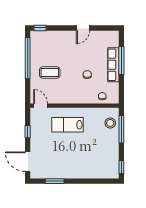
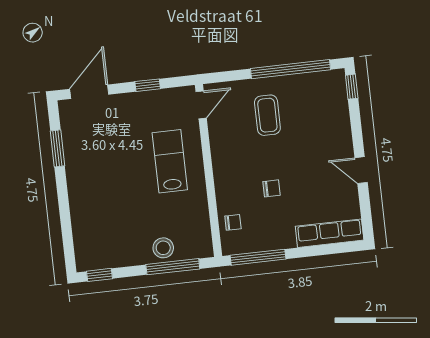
window: (121, 60) -> (258, 257), moved
row of seats: (113, 65) -> (330, 233), moved
stool: (110, 123) -> (163, 248), moved

